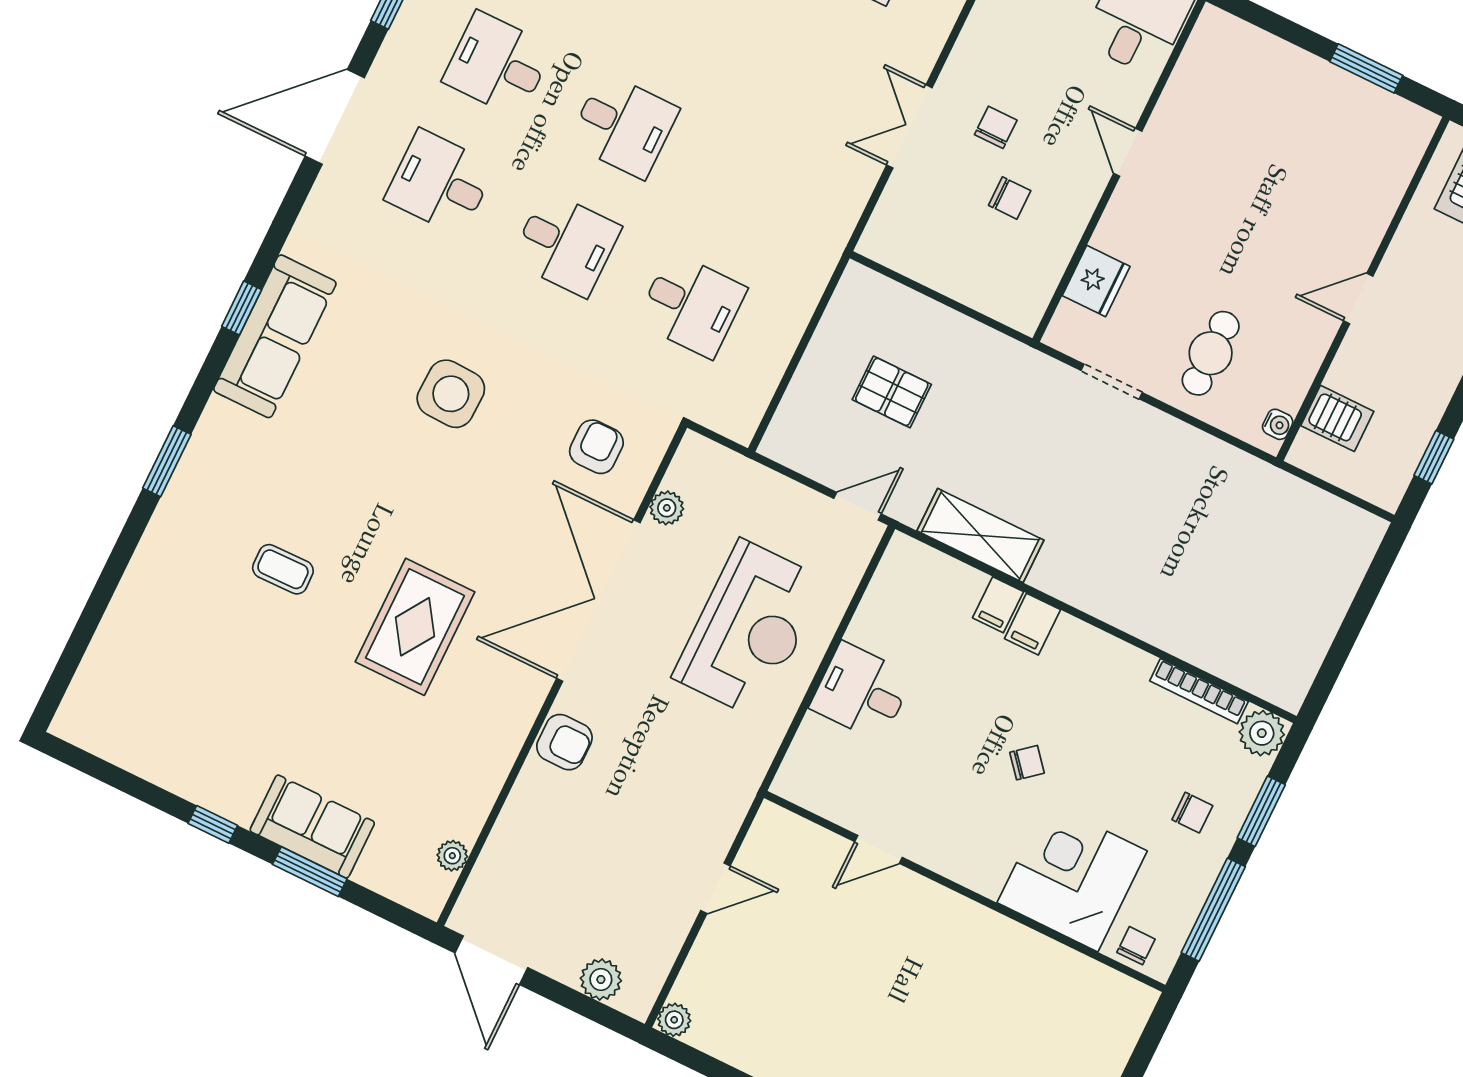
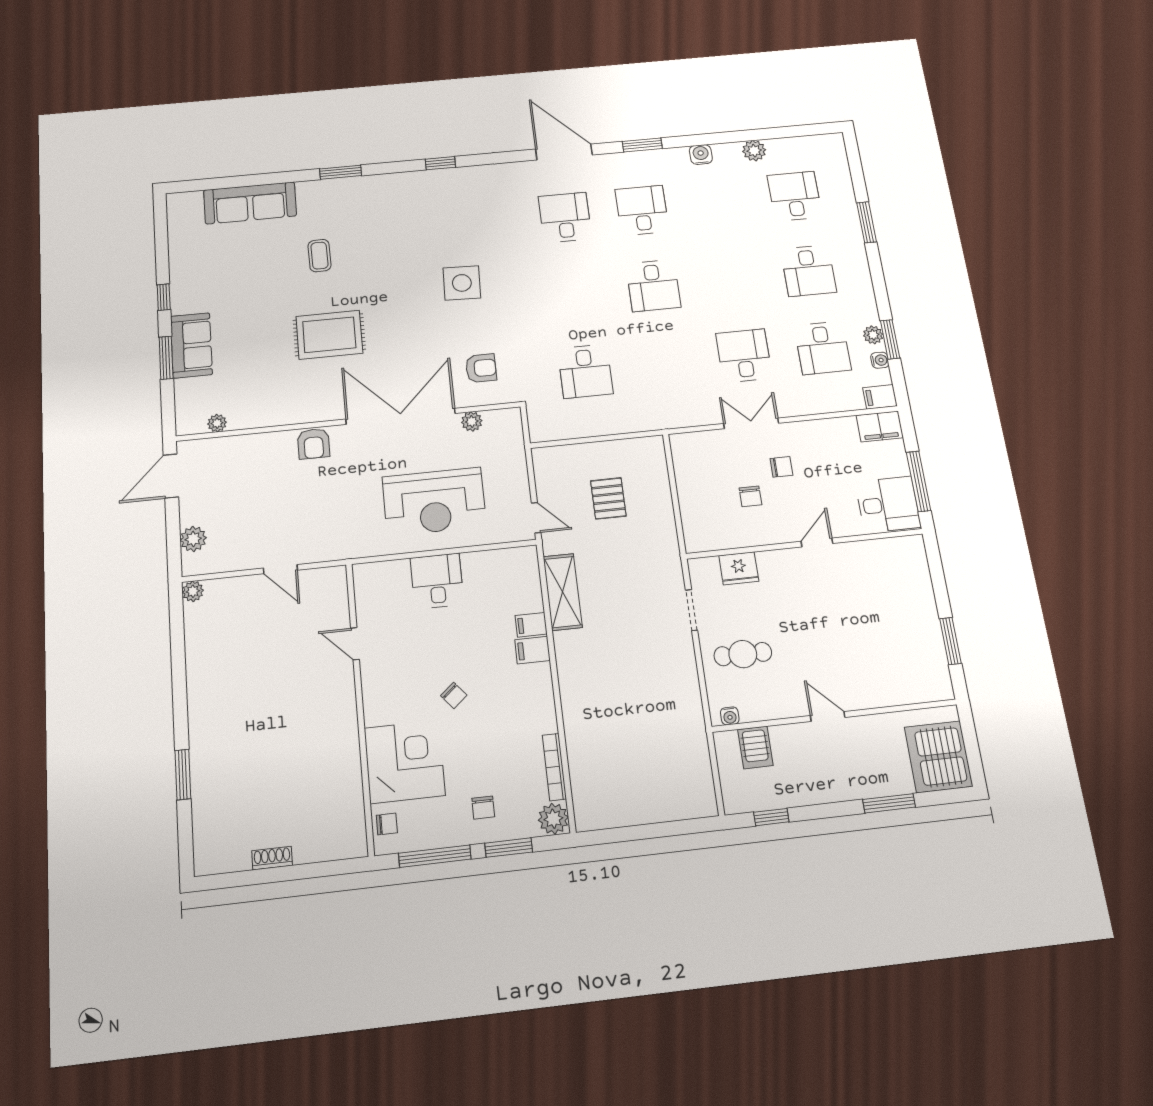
desk: (566, 244) -> (744, 356), moved, turned 180
sofa: (275, 336) -> (250, 203), moved

